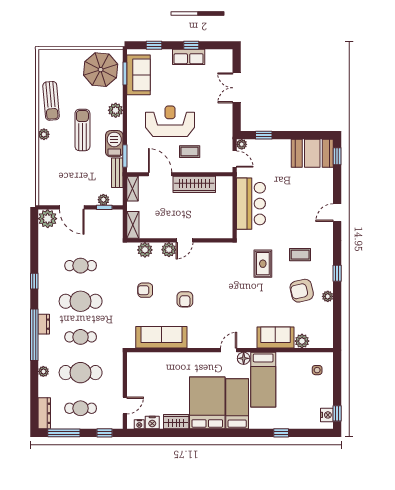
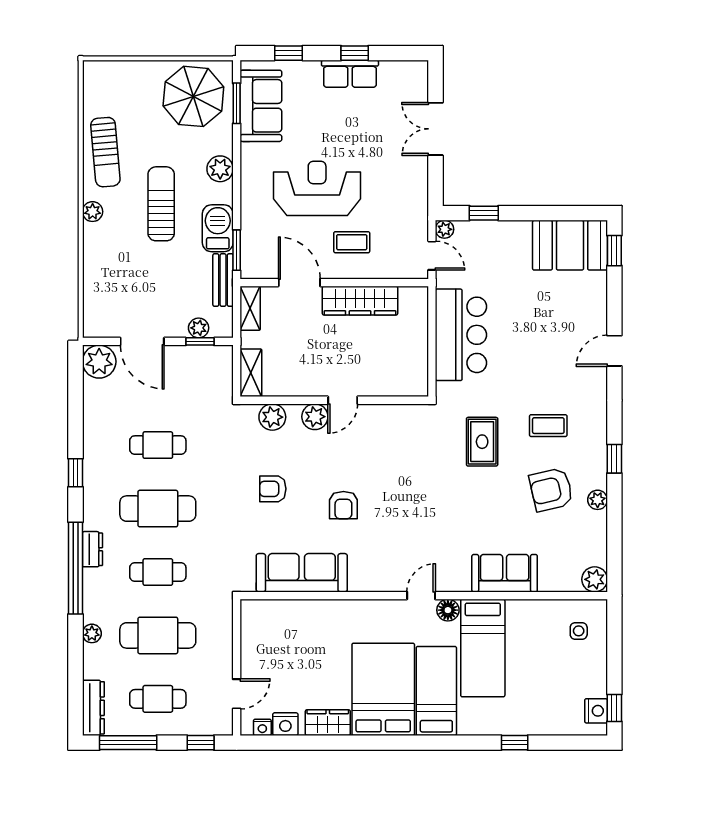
plant: (302, 341) -> (595, 579), moved

